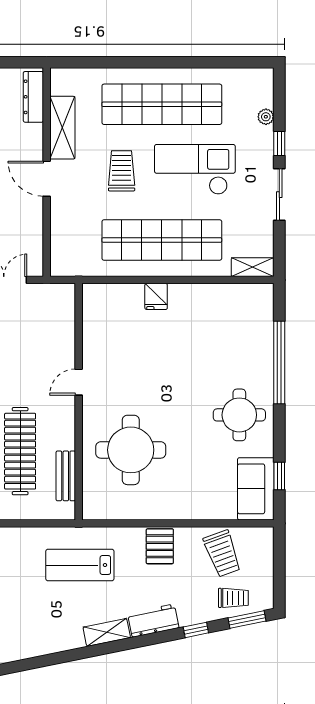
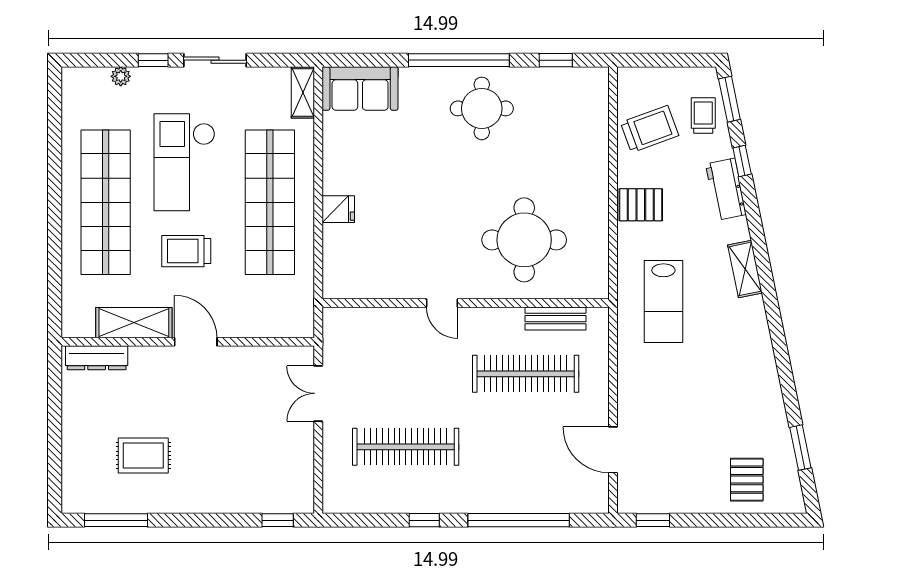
door: (47, 179) -> (196, 342), swing flipped
window: (279, 362) -> (459, 60), moved
sofa: (256, 489) -> (360, 88), moved
workbench: (153, 621) -> (726, 189), moved

